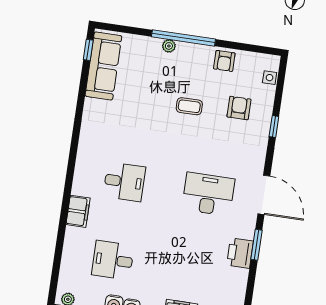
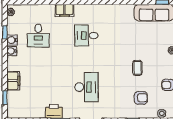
desk: (124, 182) -> (86, 36), turned 90
desk: (113, 260) -> (38, 36), turned 180

